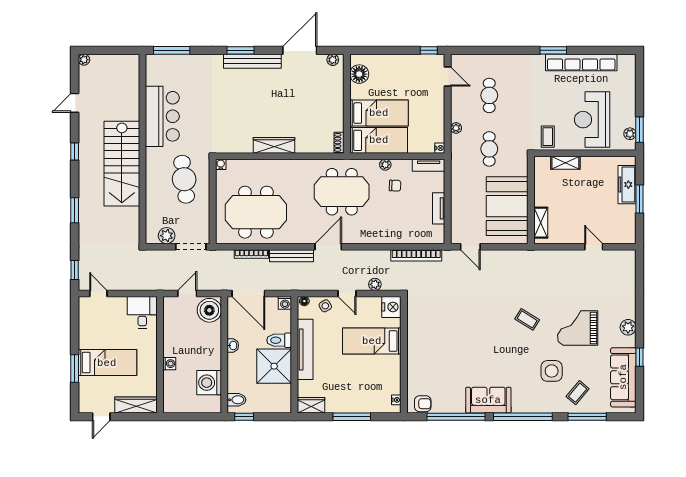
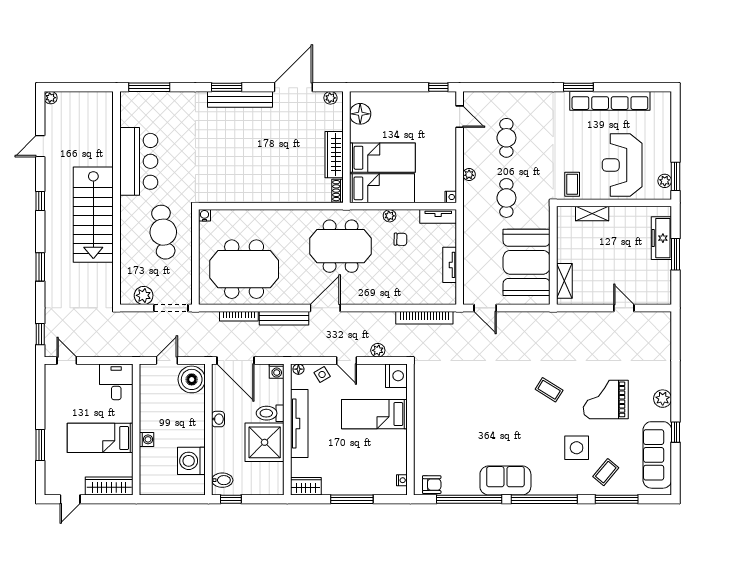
wardrobe: (274, 145) -> (334, 155), moved, turned -90
bed: (107, 363) -> (100, 438), moved, turned 180

